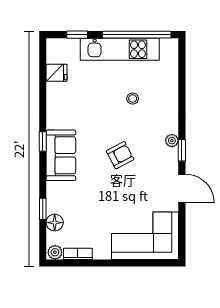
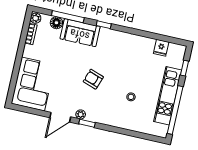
plant: (172, 141) -> (81, 114), moved
window: (43, 142) -> (104, 25), moved
sofa: (61, 155) -> (80, 33), moved
armchair: (120, 155) -> (93, 79), turned 137
window: (43, 209) -> (68, 17), width x2.17

